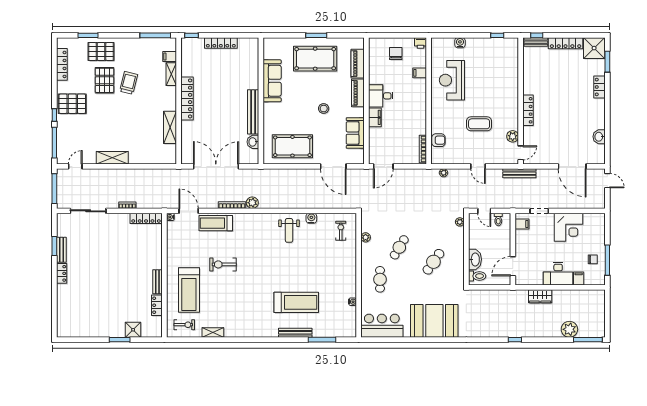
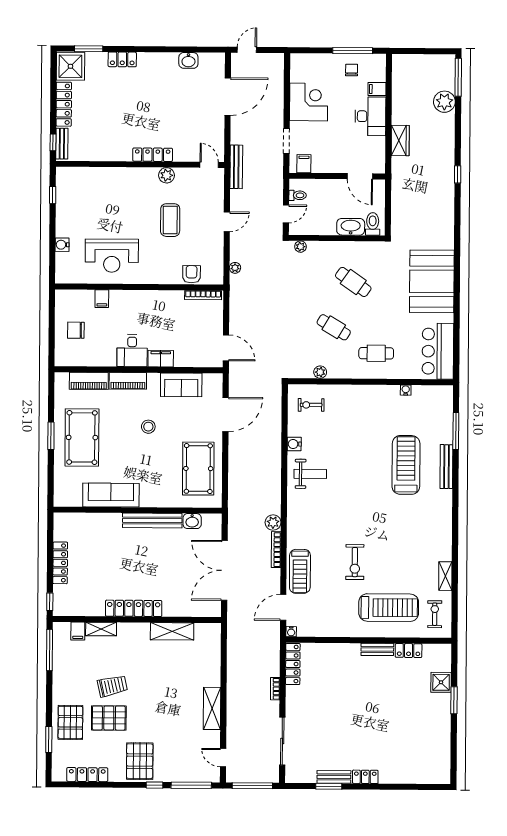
printer: (420, 43) -> (62, 297), removed
trolley: (129, 83) -> (112, 686), turned 153
plant: (513, 136) -> (167, 175), moved

